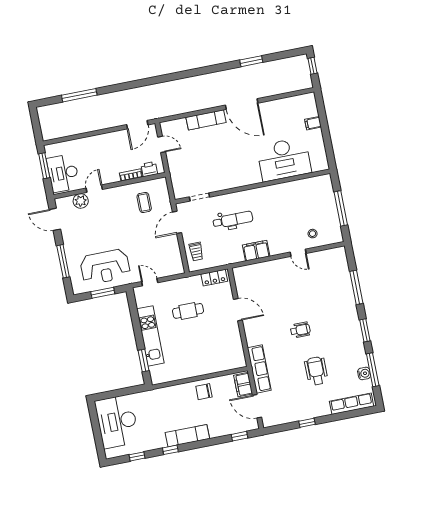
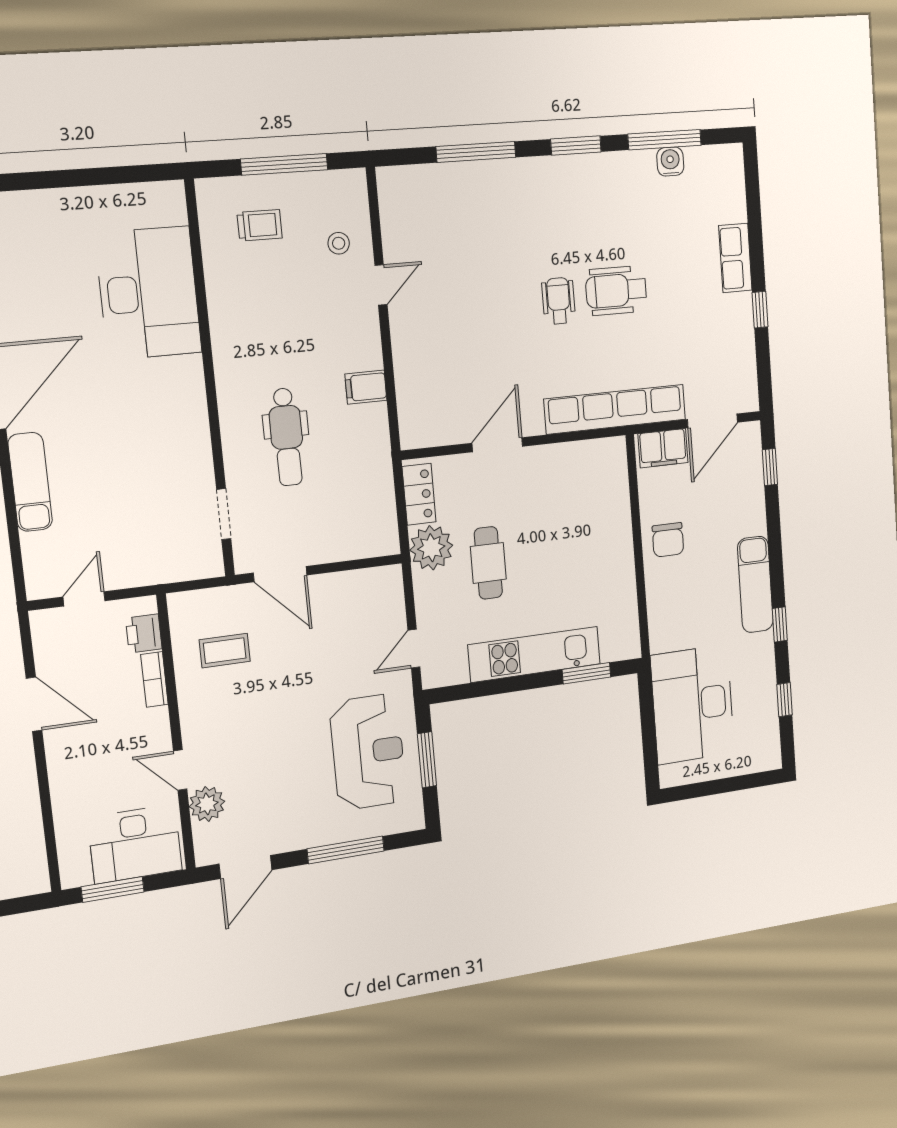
filing cabinet: (313, 123) -> (62, 207), removed
door: (137, 125) -> (34, 704), moved
dental chair: (233, 220) -> (287, 437), turned 180
filing cabinet: (256, 251) -> (366, 387), width x0.50
trolley: (196, 252) -> (260, 225), moved
plant: (193, 285) -> (431, 548), added
row of seats: (259, 369) -> (615, 409), width x1.36
wheelchair: (316, 371) -> (616, 291), moved
row of seats: (352, 404) -> (735, 258), moved, width x0.68
desk: (117, 421) -> (693, 705), moved, turned 90

